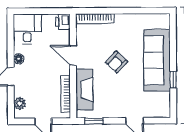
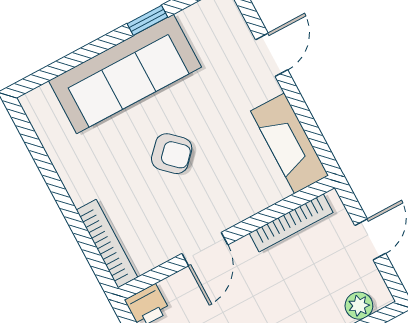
fireplace: (84, 90) -> (289, 143), moved, turned -90
window: (94, 121) -> (315, 137), removed

